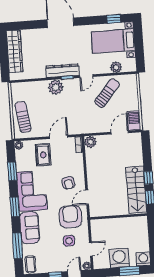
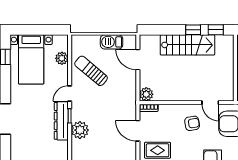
door: (86, 76) -> (70, 93), swing flipped
barbecue: (134, 121) -> (112, 42), moved
stairs: (136, 190) -> (187, 45), moved

